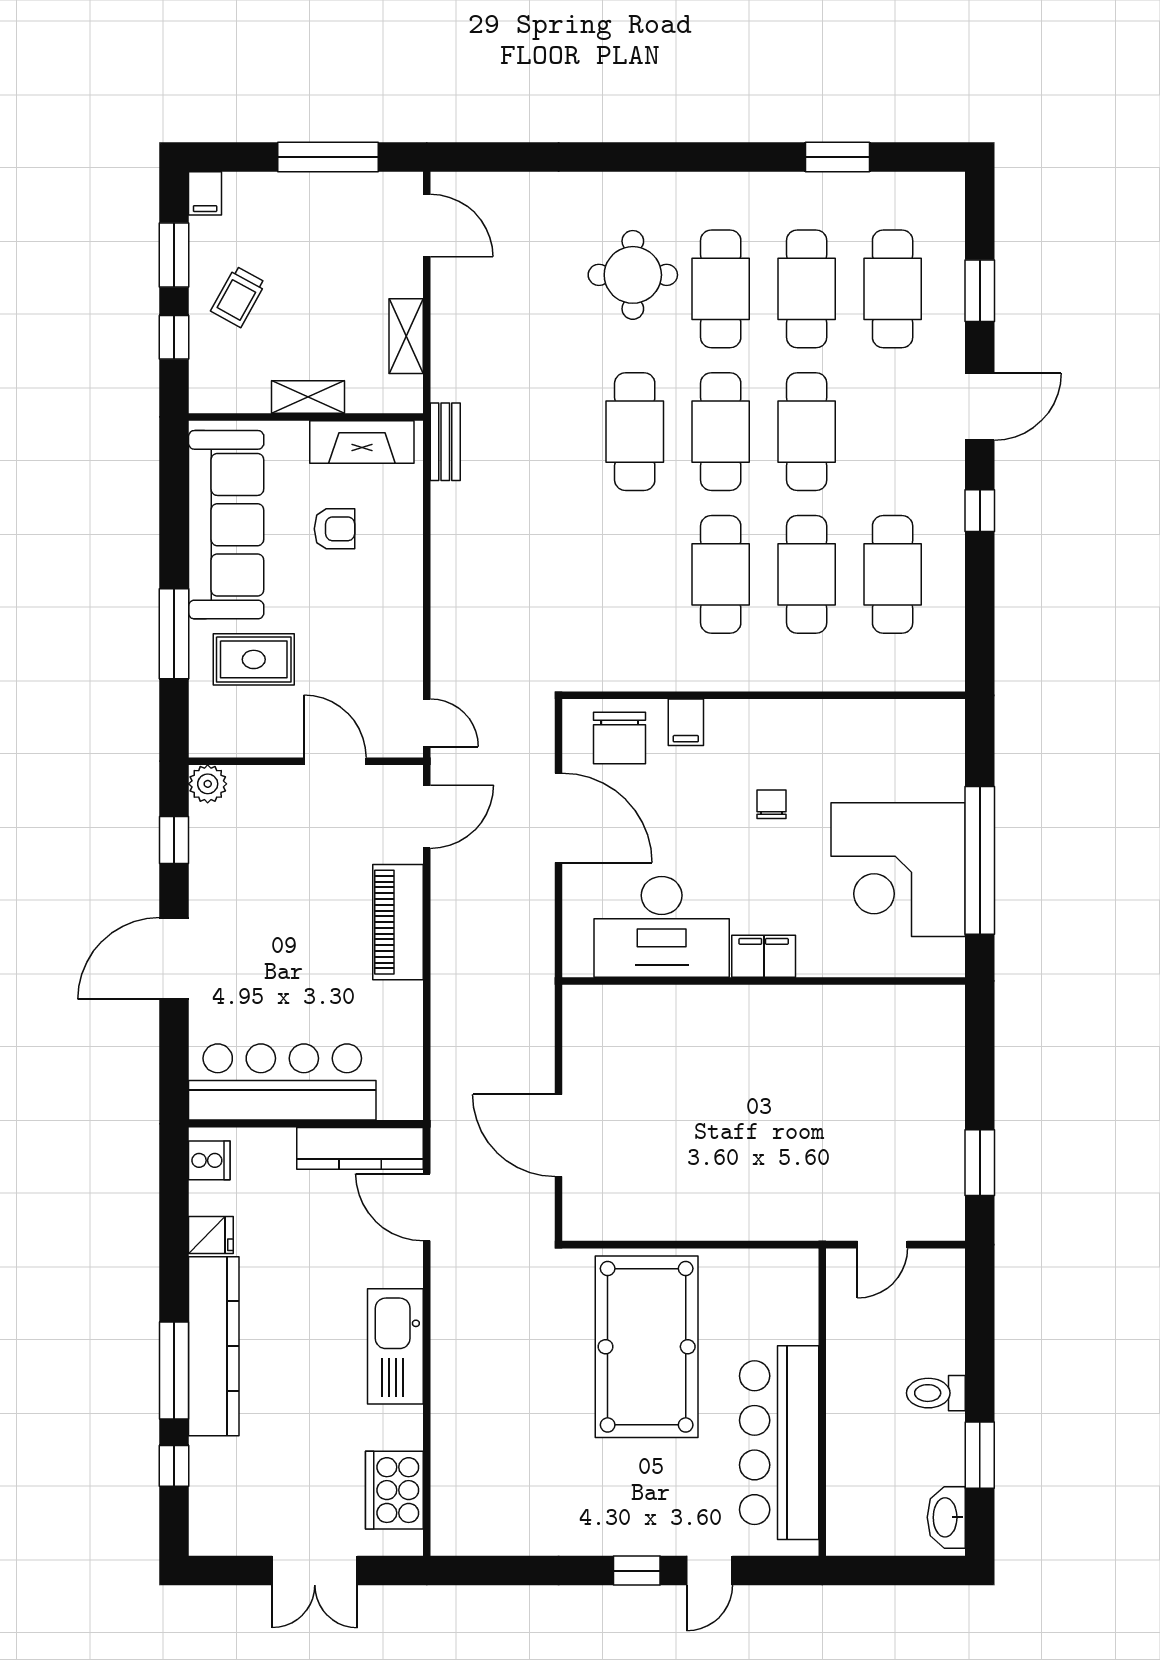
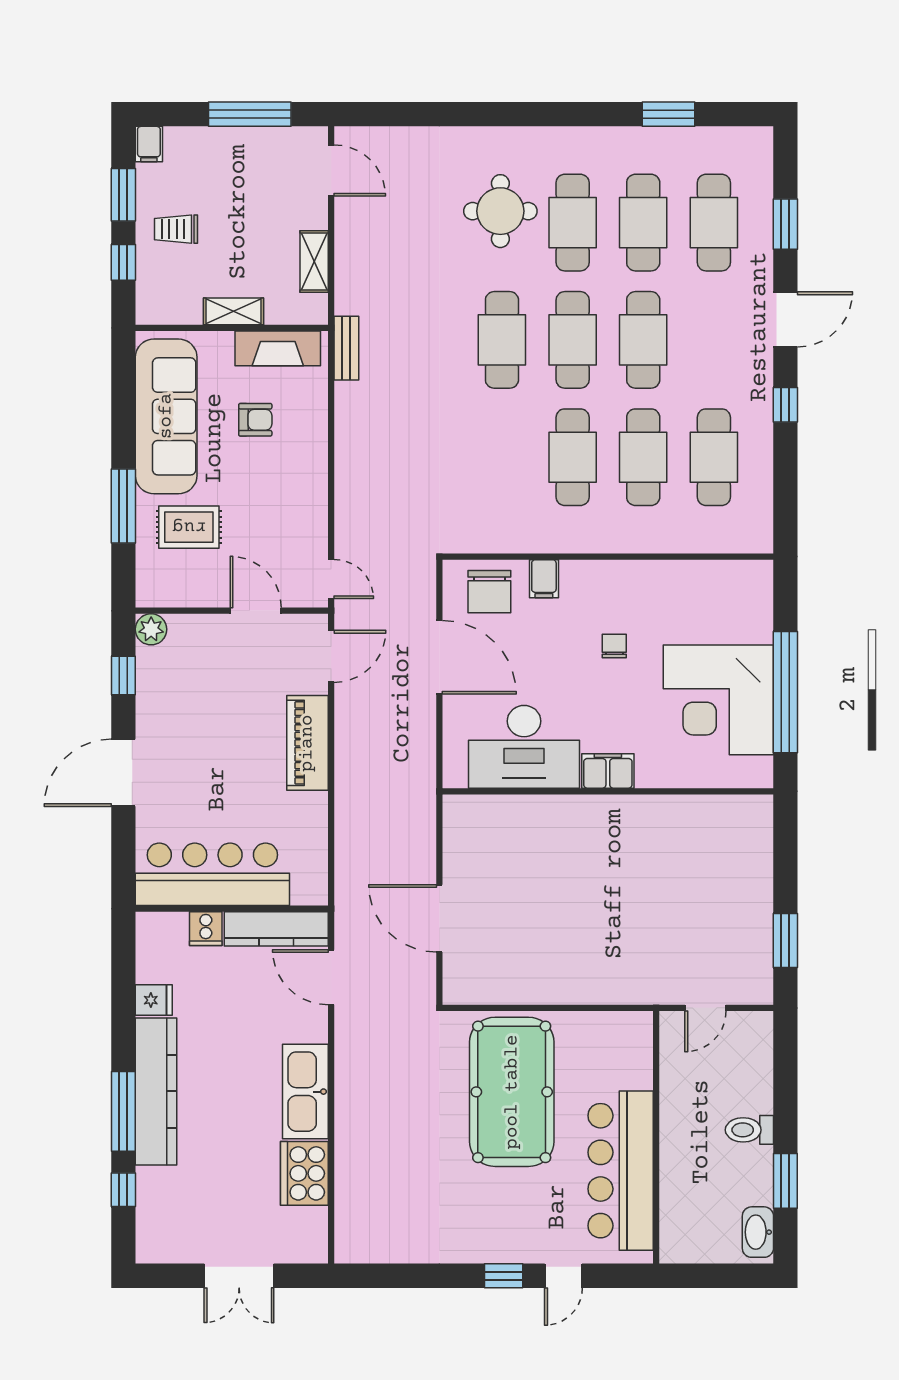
trolley: (238, 297) -> (176, 229), turned 61
cooker: (209, 1160) -> (206, 929), moved, turned 90
cooker: (394, 1490) -> (304, 1173), moved

